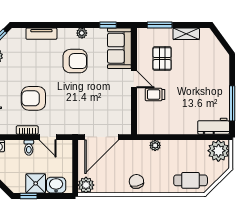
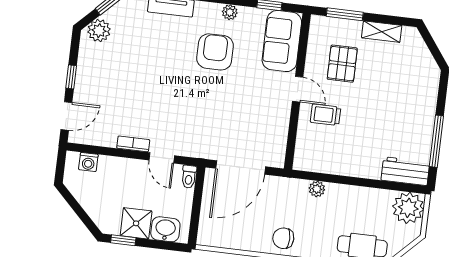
armchair: (75, 61) -> (215, 52), turned -90
armchair: (33, 98) -> (148, 99), removed
toilet: (29, 148) -> (189, 177), moved
chair: (136, 181) -> (283, 238), turned -77
plant: (86, 185) -> (209, 235), removed

